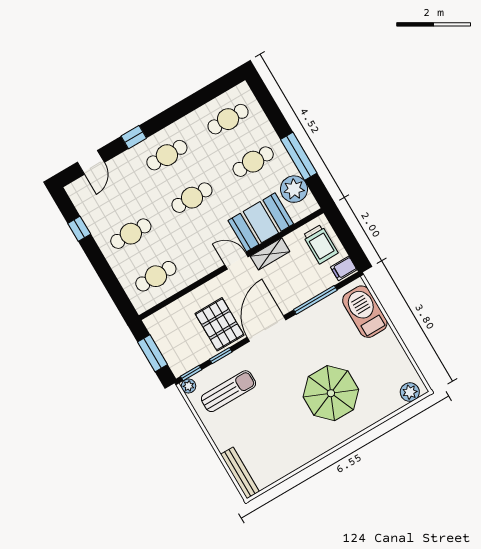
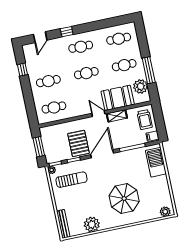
plant: (290, 457) -> (92, 224), added

